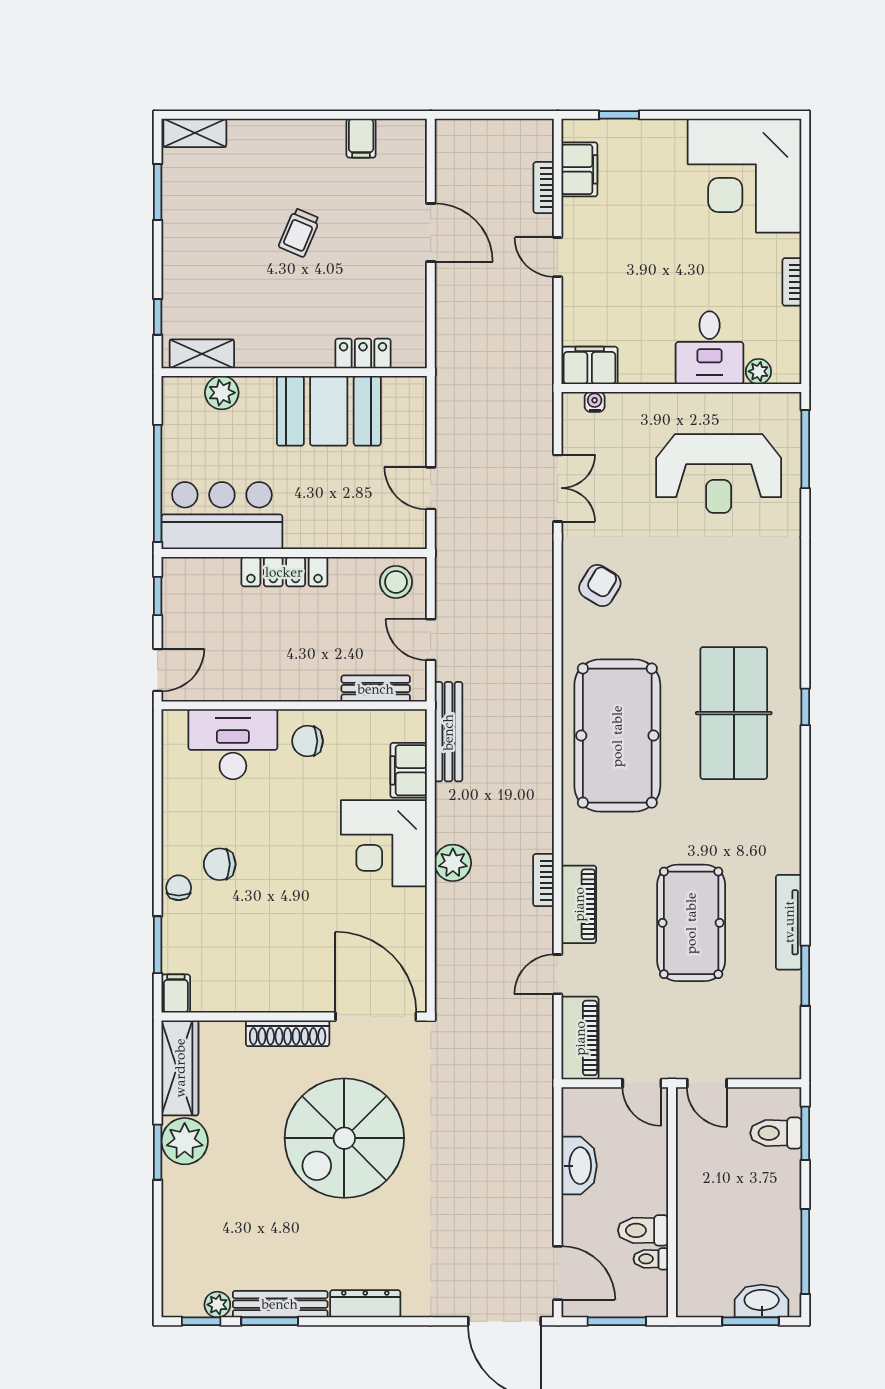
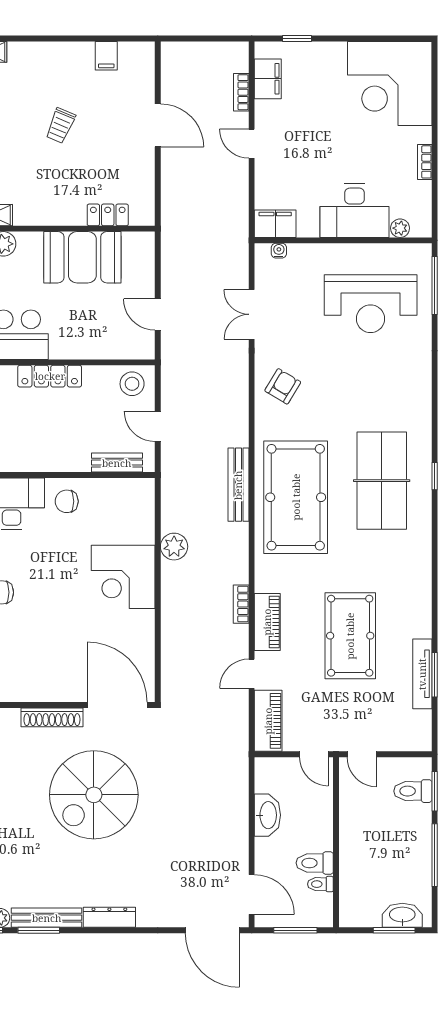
desk: (710, 348) -> (355, 211), width x1.37
double door: (558, 488) -> (252, 314), swing flipped
bench: (448, 732) -> (238, 485), moved
filing cabinet: (409, 770) -> (141, 523), removed
plant: (453, 863) -> (174, 547), moved
tv unit: (789, 922) -> (422, 674), moved
window: (805, 1251) -> (435, 855), moved

